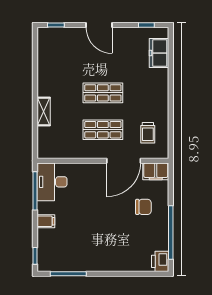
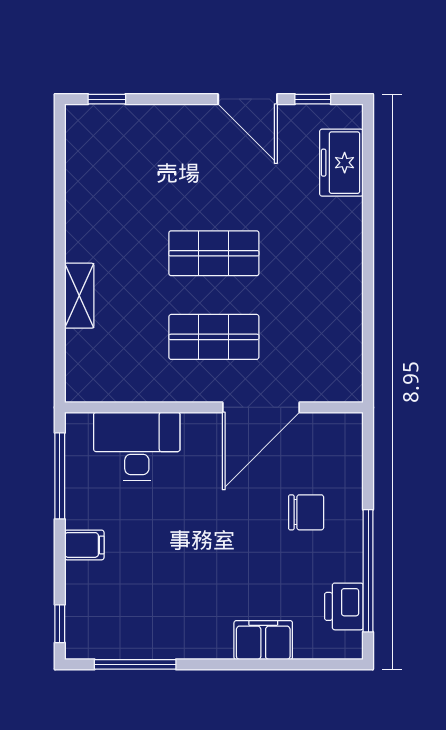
door: (99, 25) -> (248, 99), moved
trolley: (148, 133) -> (316, 344), removed
filing cabinet: (156, 171) -> (263, 640), moved, turned 180
desk: (52, 182) -> (137, 446), moved, turned 90
printer: (160, 261) -> (344, 606), moved

